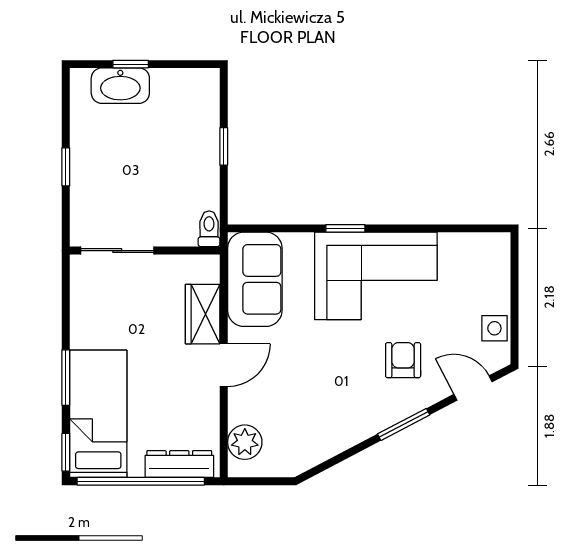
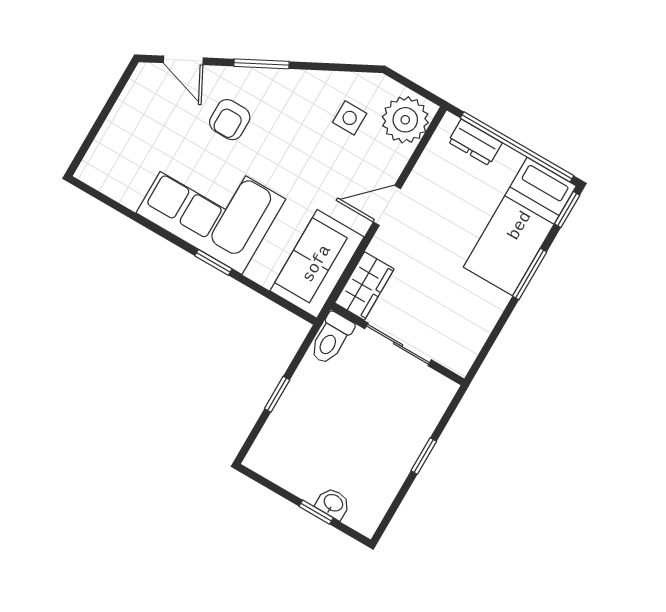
washbasin: (120, 86) -> (333, 503), width x0.52, depth x0.69
toilet: (209, 229) -> (331, 338), width x1.37, depth x1.39
sliding door: (117, 251) -> (398, 344), moved
wardrobe: (203, 314) -> (364, 286), moved
side table: (494, 328) -> (350, 118), moved
plant: (245, 442) -> (405, 120), width x1.36, depth x1.36
dresser: (179, 464) -> (475, 142), width x0.70

